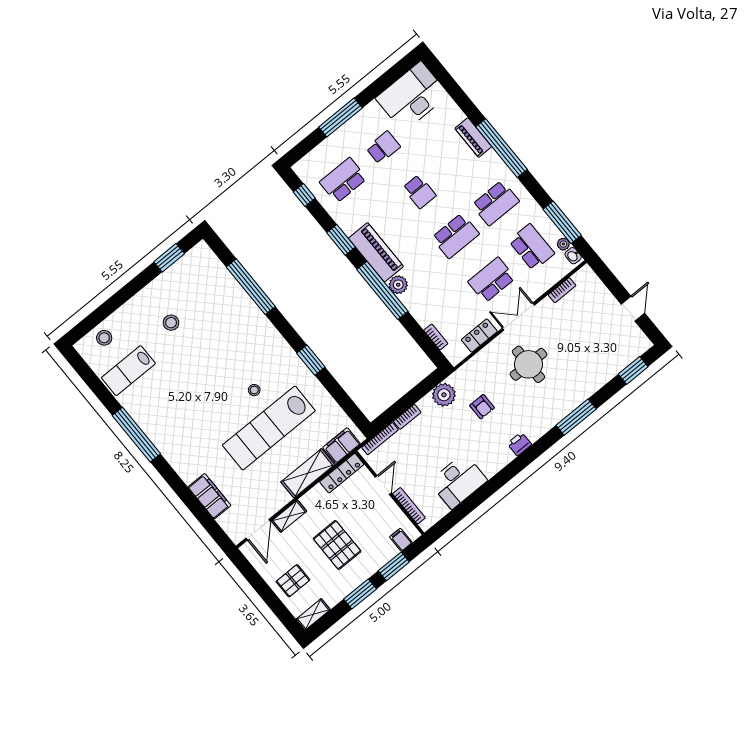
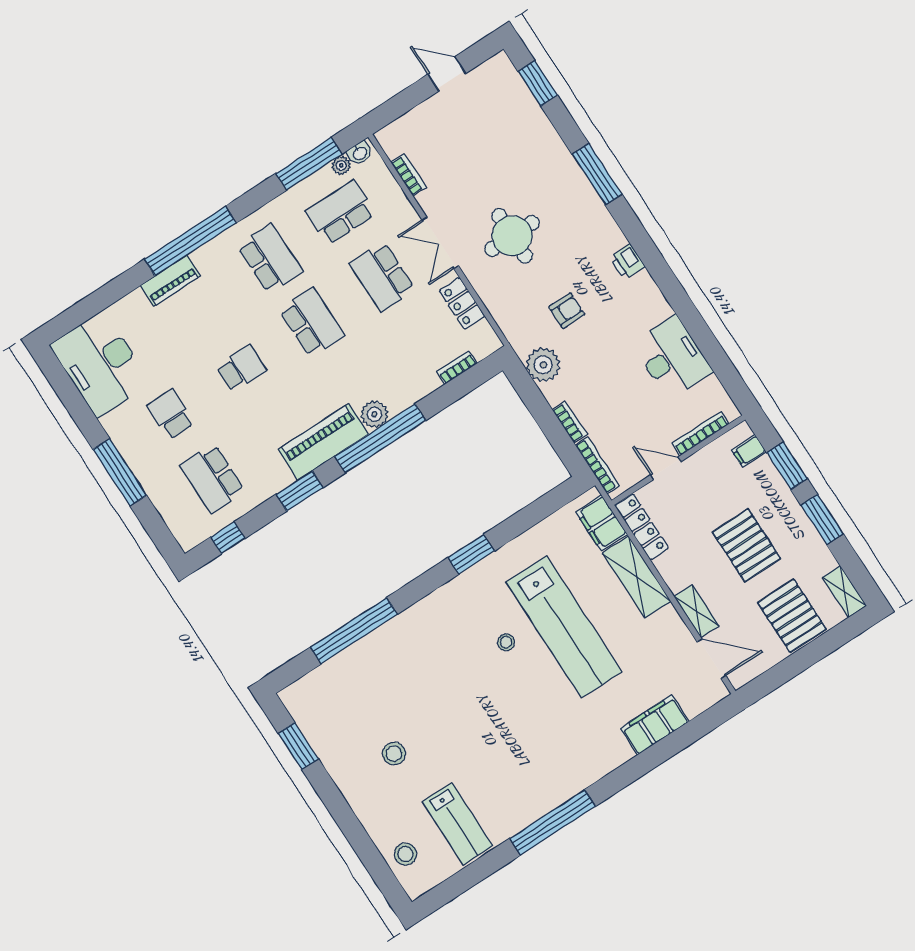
pallet: (337, 545) -> (746, 545), turned 90
pallet: (293, 581) -> (792, 616), width x1.50, depth x1.42

